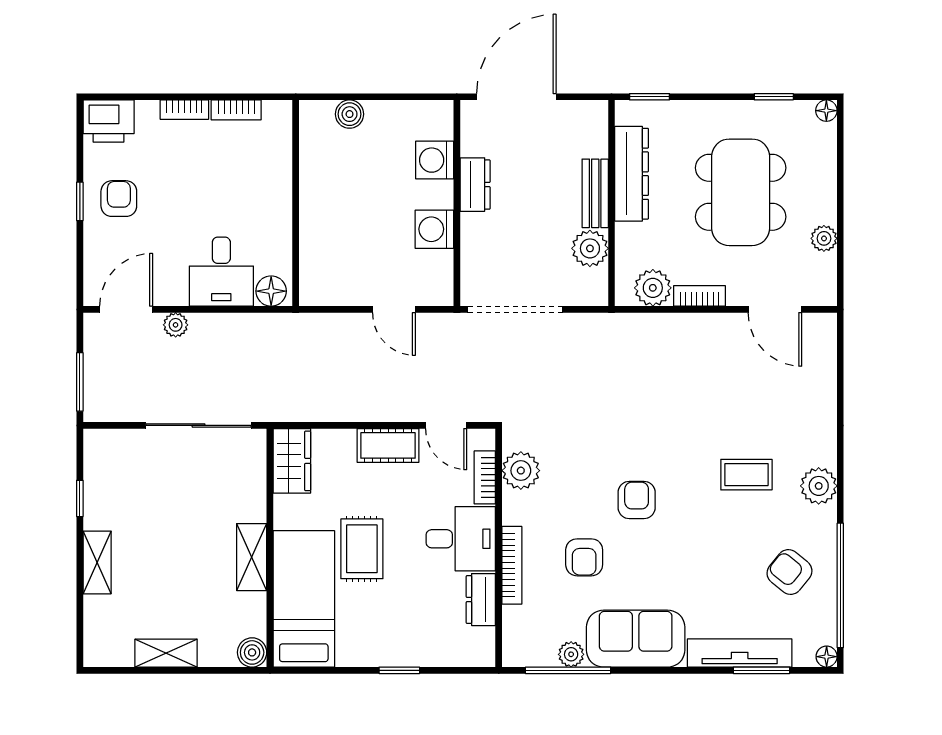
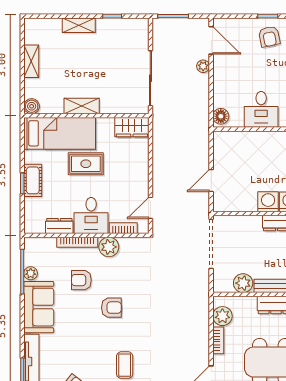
armchair: (119, 199) -> (269, 37), turned 78
washing machine: (434, 229) -> (268, 202), moved
desk: (221, 272) -> (261, 109), moved, turned -90
cot: (388, 445) -> (33, 180), moved
plant: (521, 471) -> (109, 247), moved

